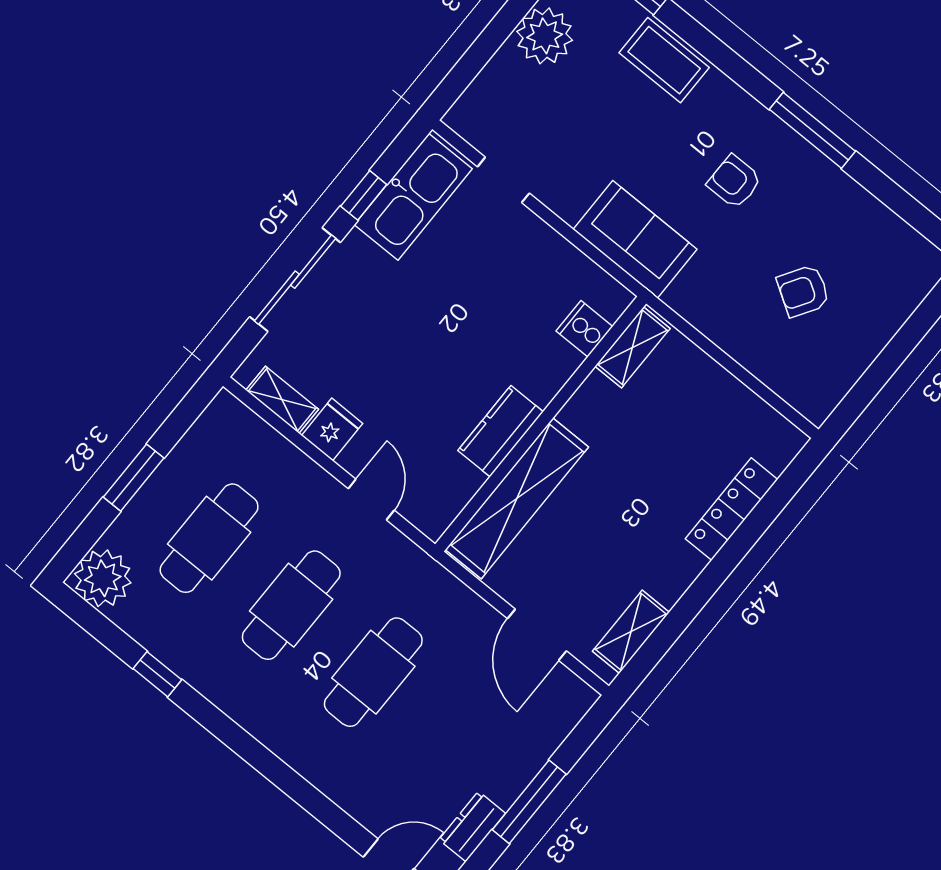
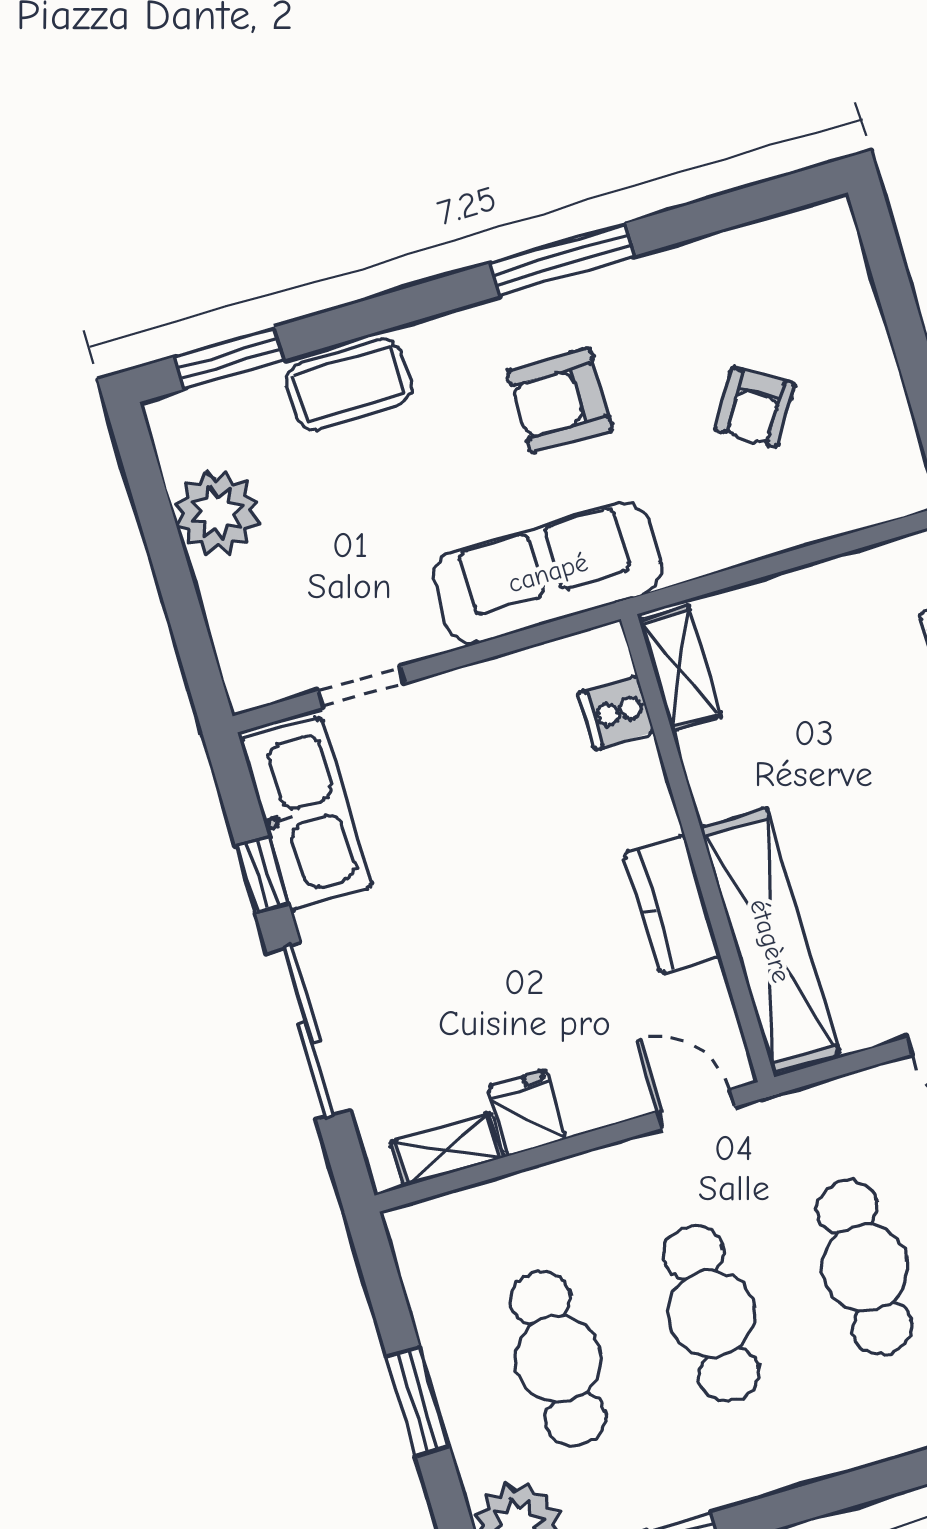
armchair: (734, 182) -> (560, 401), width x1.38, depth x1.38
sofa: (635, 239) -> (548, 573), width x1.36
door: (371, 499) -> (696, 1109), moved

